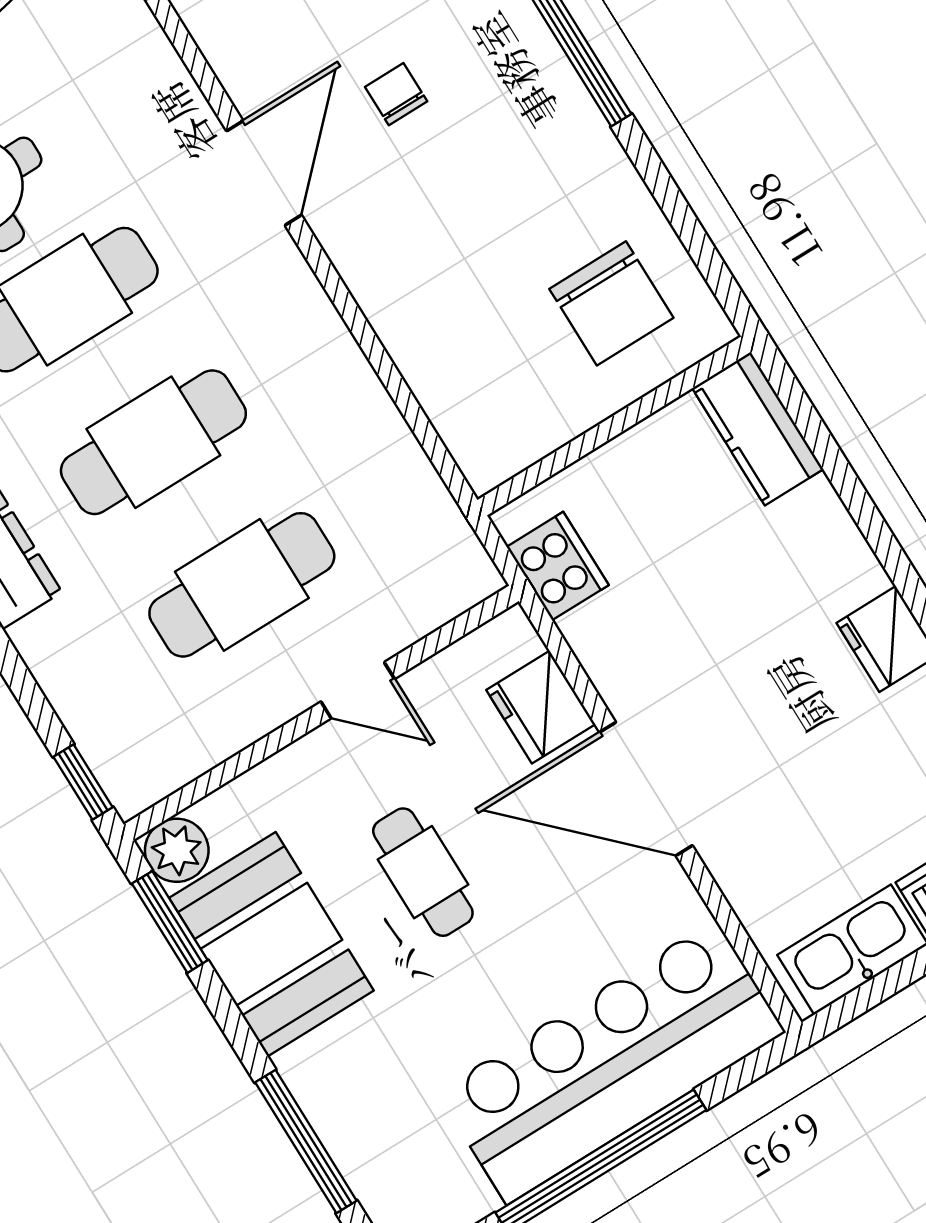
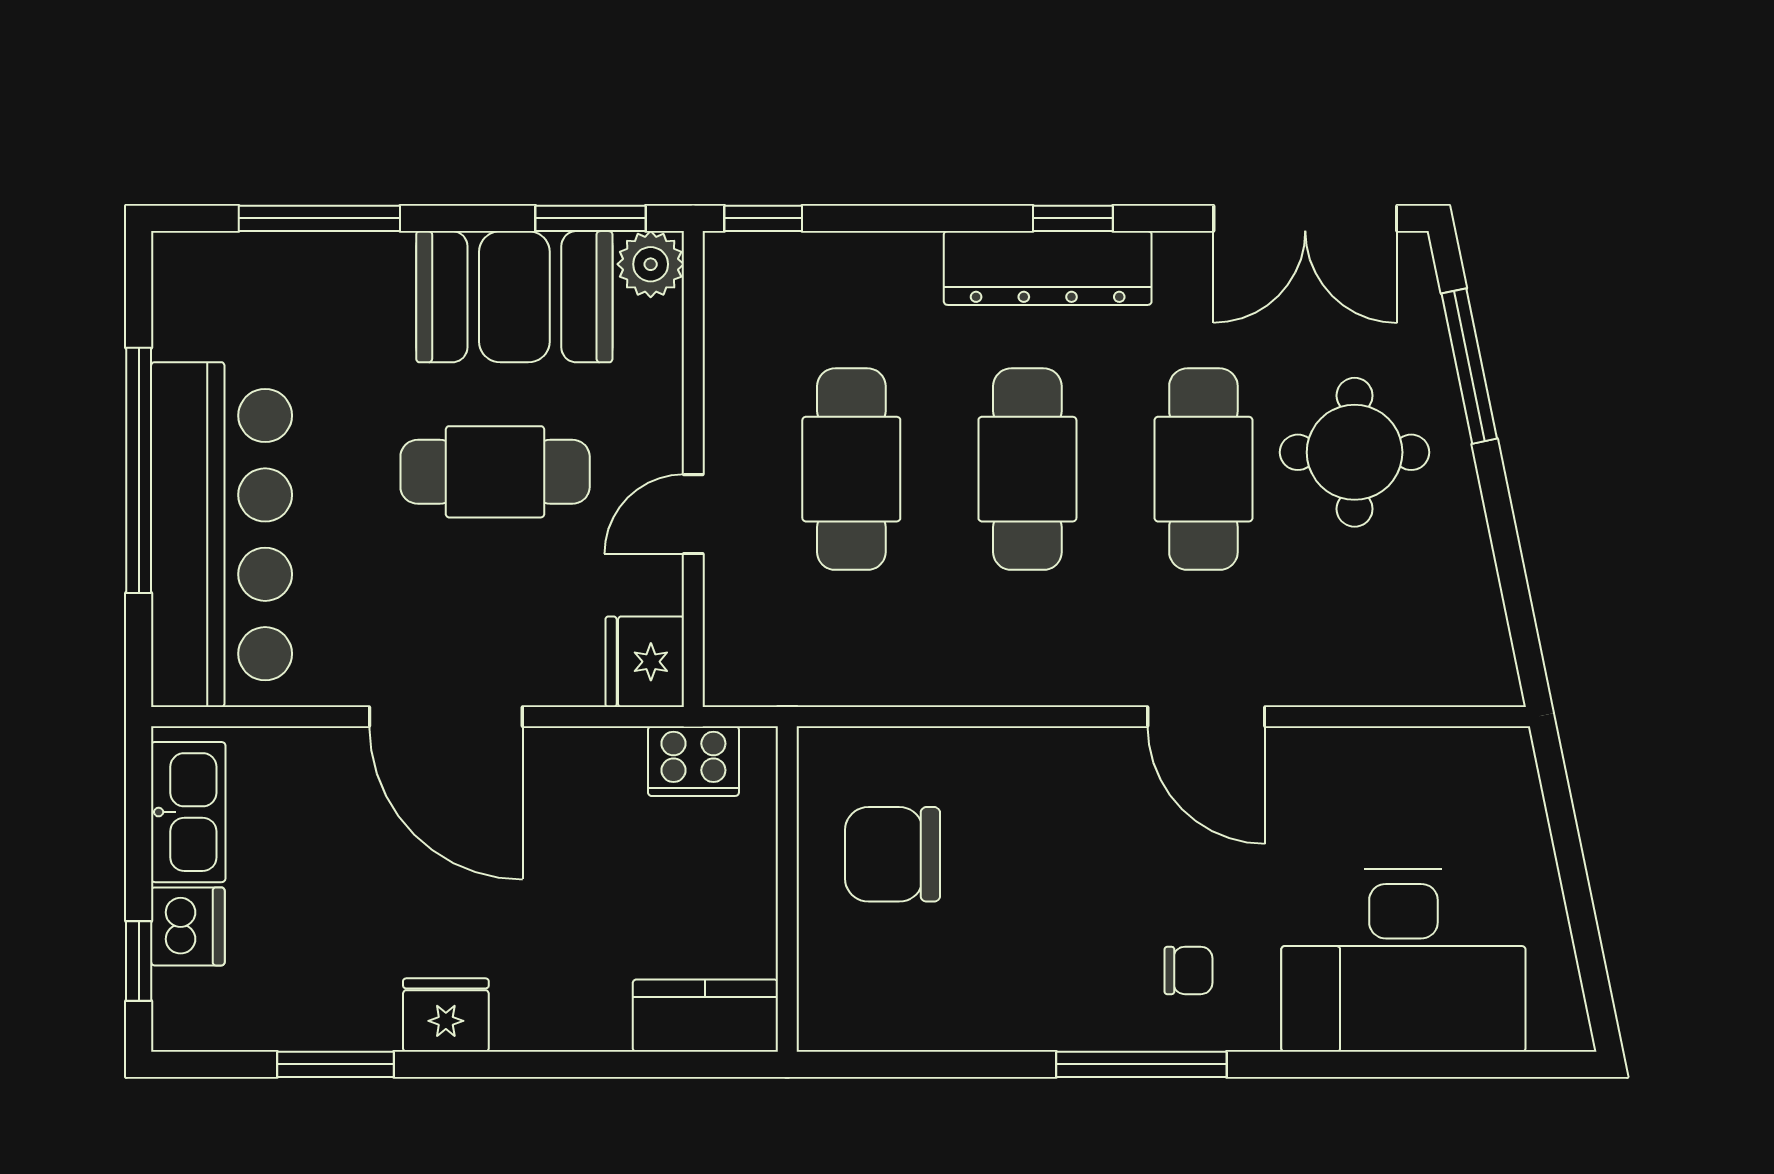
chair: (396, 94) -> (1189, 970), moved
chair: (611, 303) -> (892, 854), moved
fridge: (541, 707) -> (645, 662), moved, turned -90
door: (646, 789) -> (446, 717), swing flipped
cafe table: (423, 872) -> (495, 472), width x1.37, depth x1.35

